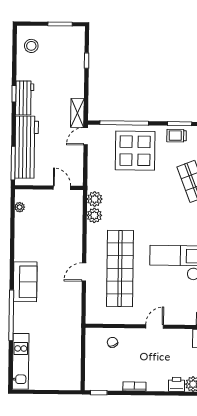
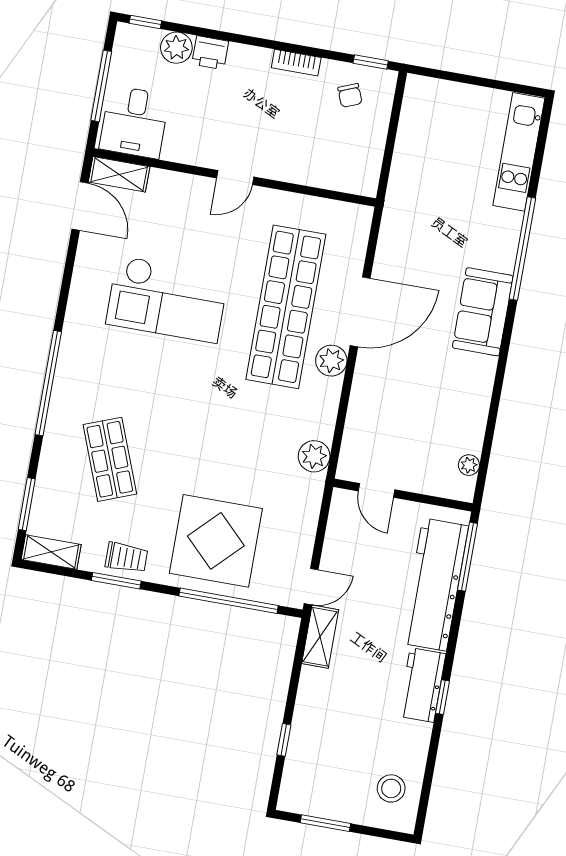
plant: (94, 215) -> (331, 361), moved
door: (84, 272) -> (360, 312), width x1.88
chair: (112, 342) -> (350, 95), moved

